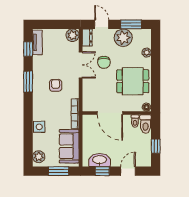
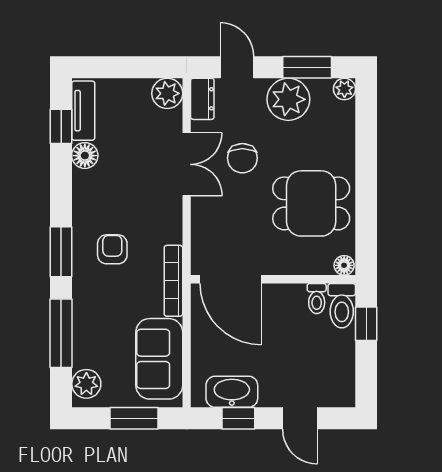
plant: (147, 53) -> (344, 89), moved
floor lamp: (38, 61) -> (85, 156), added
window: (28, 82) -> (61, 252), moved
armchair: (56, 85) -> (112, 249), moved
door: (110, 113) -> (231, 279), moved
side table: (39, 127) -> (88, 312), removed
window: (28, 136) -> (61, 333), added
window: (156, 146) -> (366, 324), moved
door: (128, 171) -> (300, 418), swing flipped

